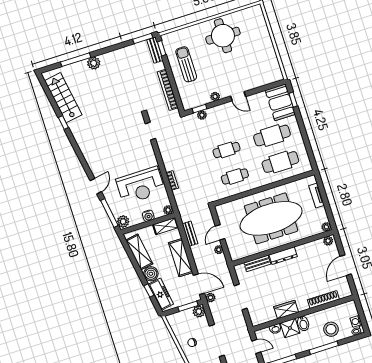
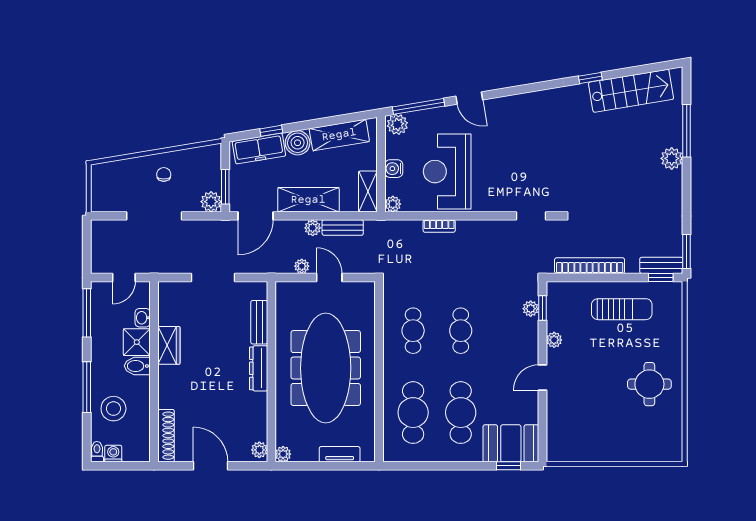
round table: (223, 36) -> (649, 384), width x0.73, depth x0.73
plant: (210, 298) -> (313, 228), moved
shoe rack: (323, 299) -> (166, 436), moved

